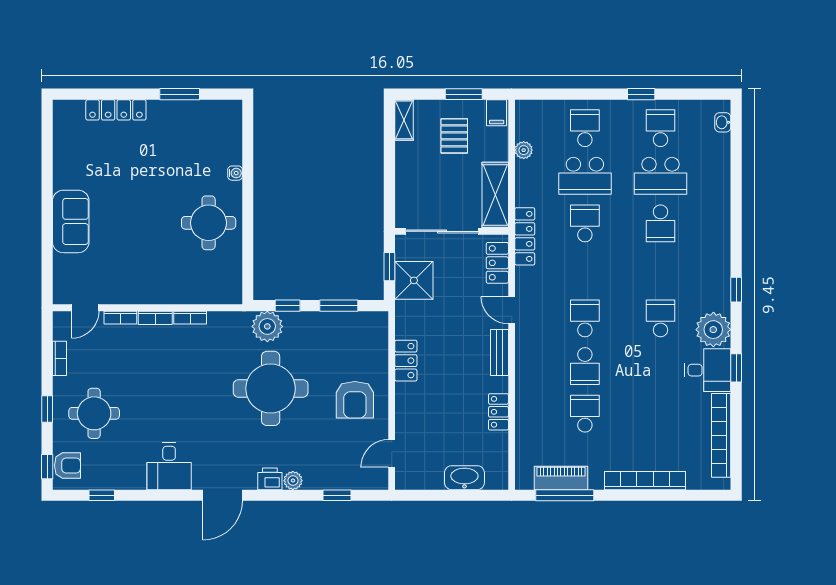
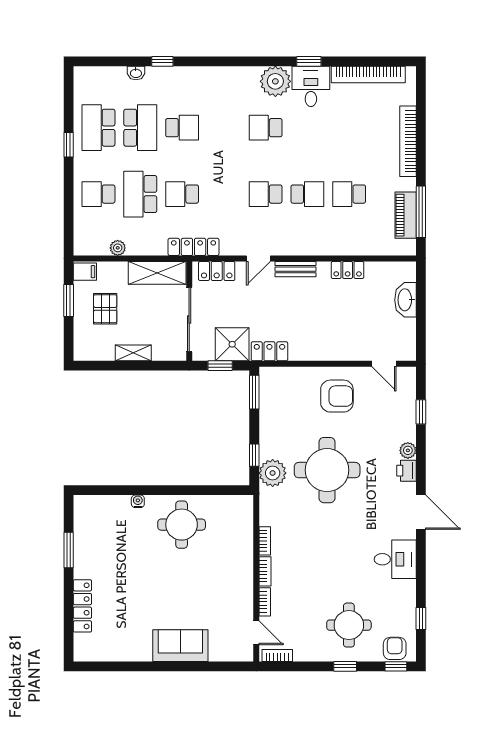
shelving: (404, 120) -> (133, 353), moved
washbasin: (723, 122) -> (136, 73), moved
school desk: (661, 128) -> (98, 128), width x1.85
pallet: (454, 136) -> (105, 309), turned 90
school desk: (585, 176) -> (140, 194), turned 180
window: (736, 290) -> (162, 61), moved
window: (339, 306) -> (254, 392), moved
bookcase: (60, 358) -> (277, 655), moved
locker: (406, 361) -> (269, 351), moved

